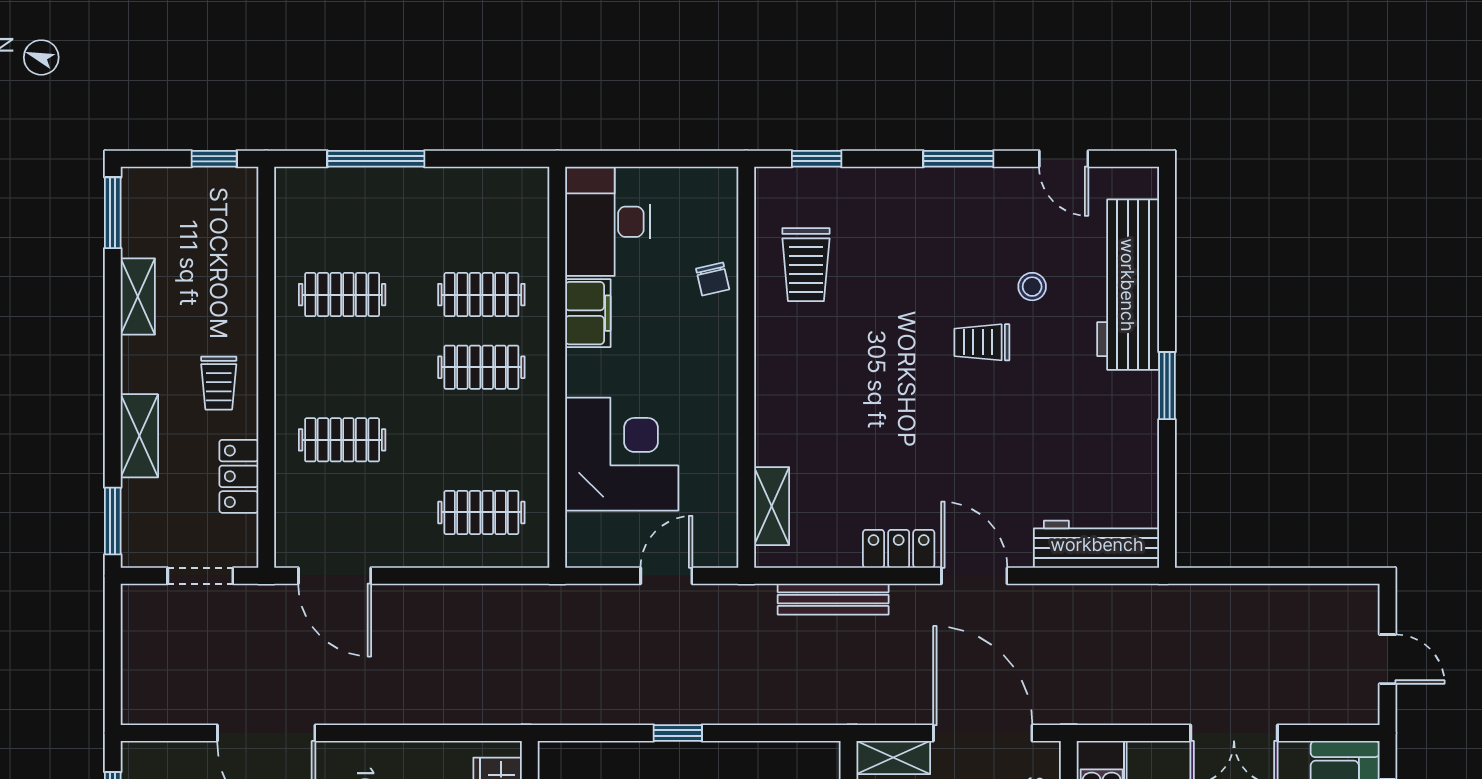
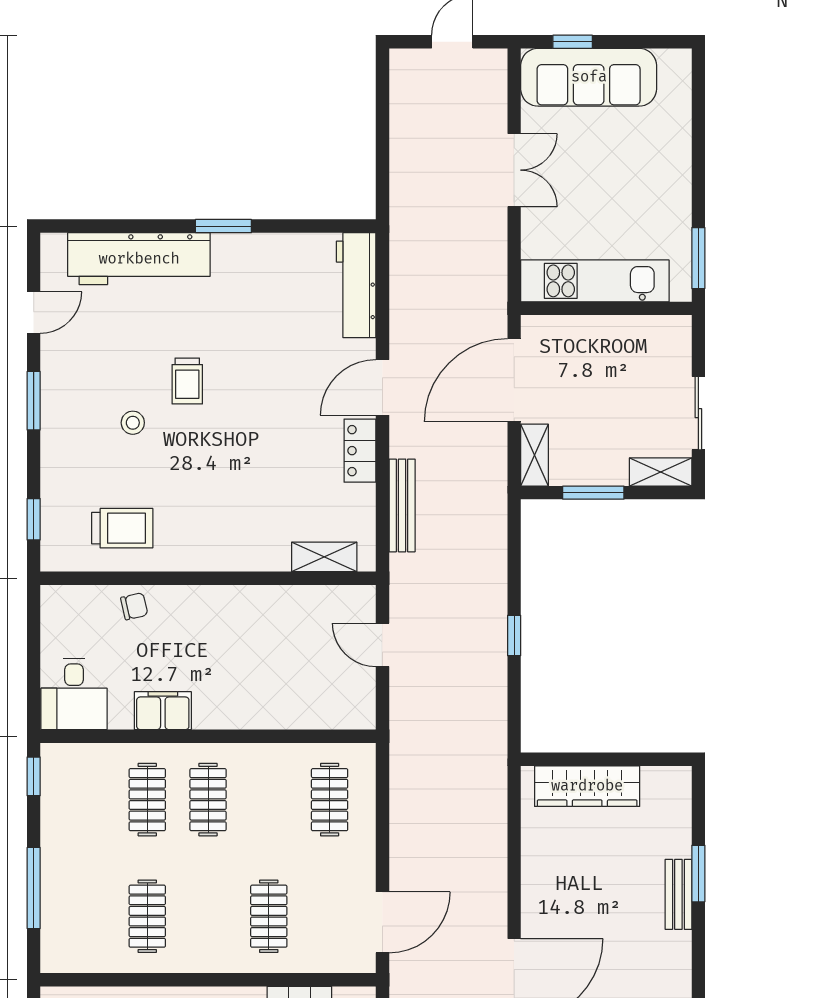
window: (509, 159) -> (34, 776), added
desk: (608, 222) -> (74, 694), width x0.73
stool: (1032, 287) -> (133, 423), moved
corner desk: (622, 454) -> (281, 682), removed

